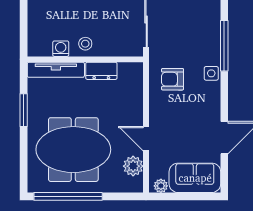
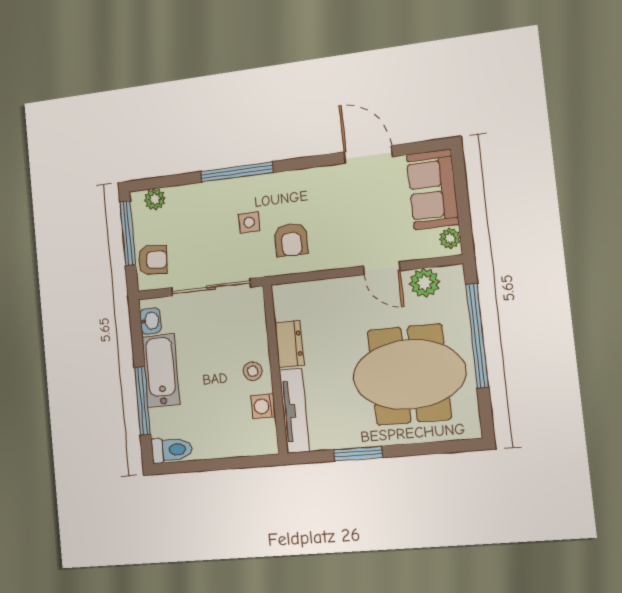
side table: (211, 73) -> (249, 222), moved
door: (146, 139) -> (382, 268), hinge flipped
meeting table: (73, 150) -> (409, 374), turned 90
window: (68, 196) -> (477, 336), moved

